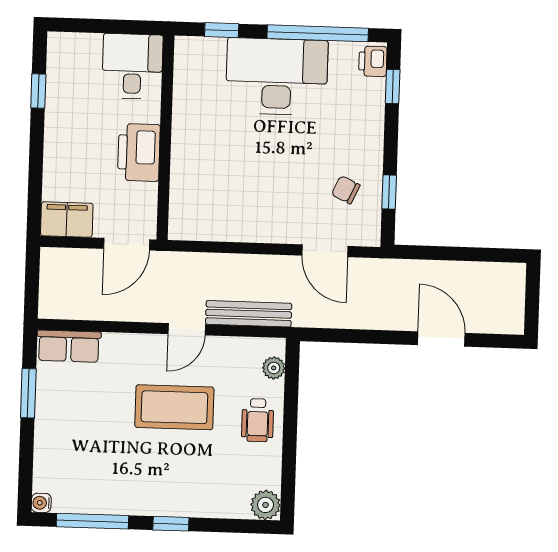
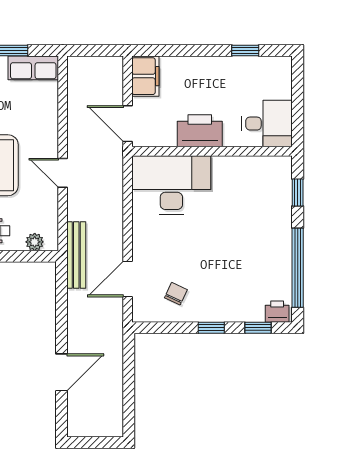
desk: (277, 76) -> (171, 185), moved, turned -90
window: (389, 192) -> (211, 328), moved
bench: (249, 314) -> (76, 255), moved
row of seats: (69, 346) -> (33, 68), moved, turned -90

